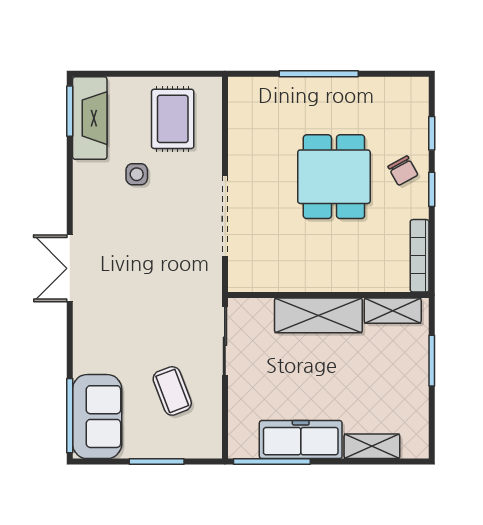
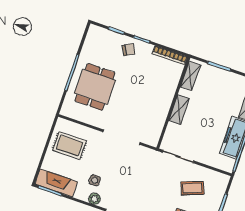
side table: (137, 174) -> (95, 180), moved
dining table: (334, 177) -> (95, 87), moved, turned 90
plant: (85, 205) -> (95, 199), added
shelving: (318, 315) -> (179, 110), width x0.67, depth x0.75

